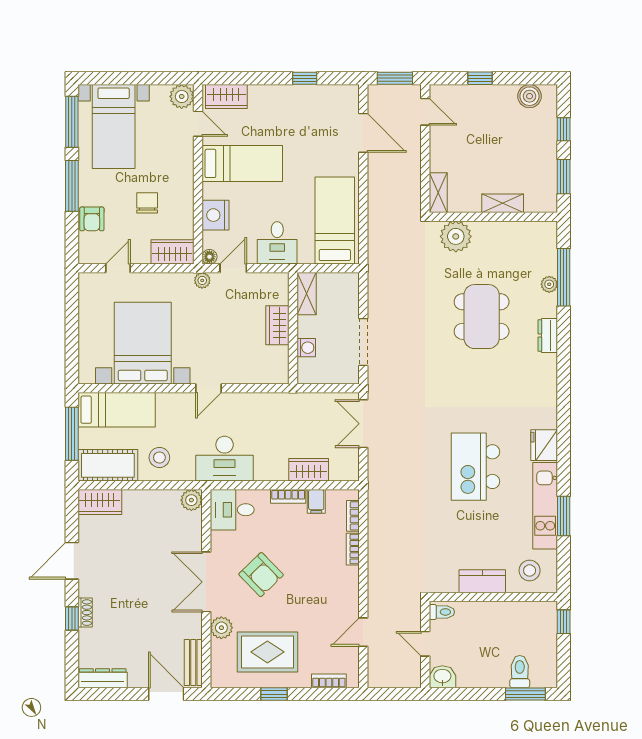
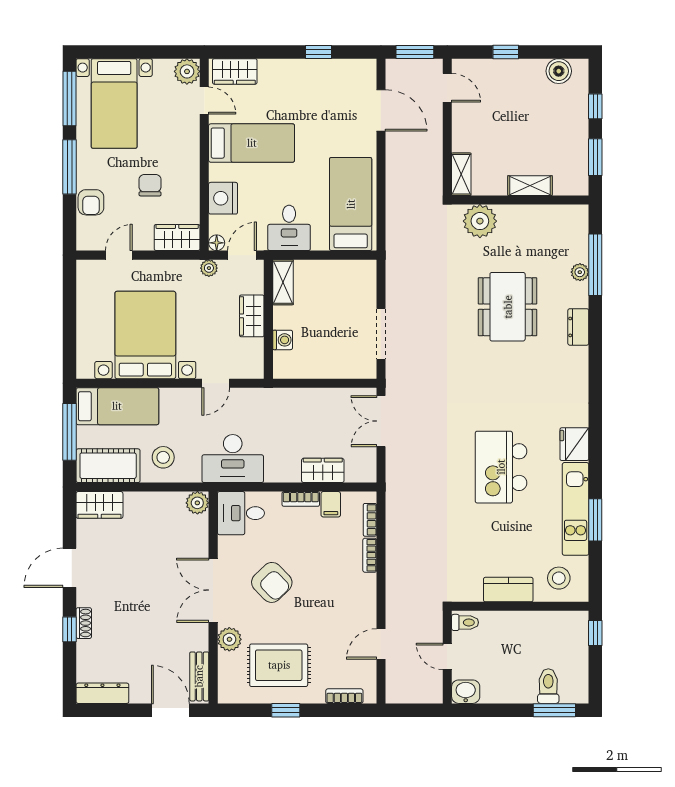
shelving: (307, 294) -> (283, 282), moved
wardrobe: (277, 325) -> (252, 316), moved
wall: (293, 328) -> (268, 319), moved
washing machine: (306, 348) -> (283, 340), moved

